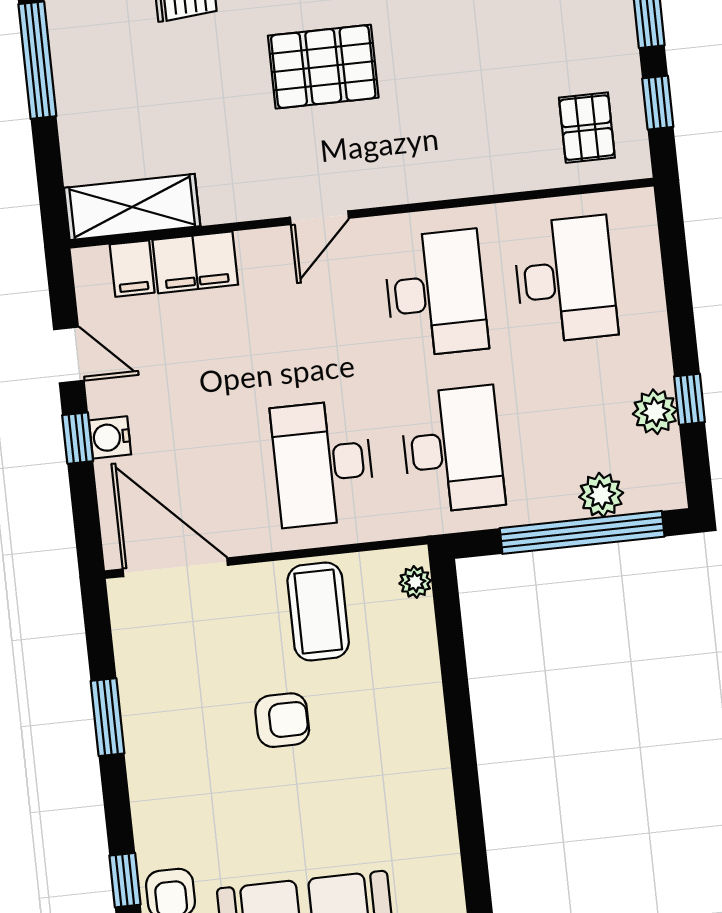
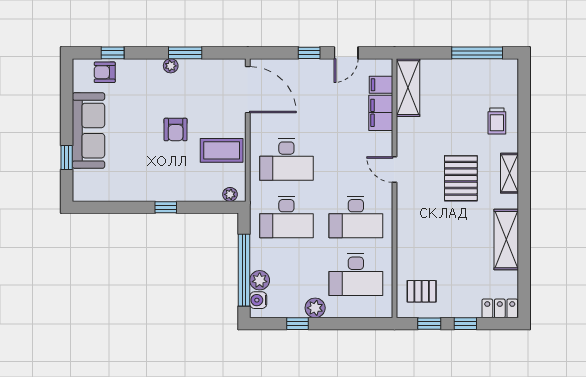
plant: (655, 412) -> (315, 308), moved
water cooler: (110, 437) -> (258, 300), moved, turned -90
desk: (323, 463) -> (286, 159), turned 180
door: (175, 567) -> (248, 90), hinge flipped
window: (460, 723) -> (166, 207), added
plant: (140, 746) -> (171, 66), added

